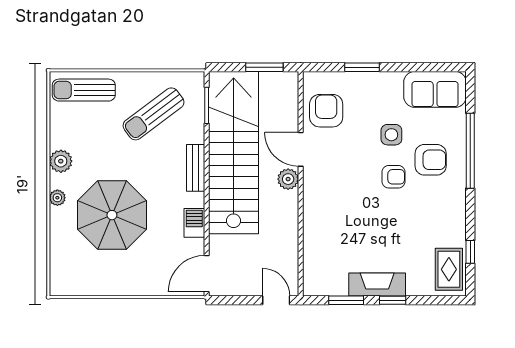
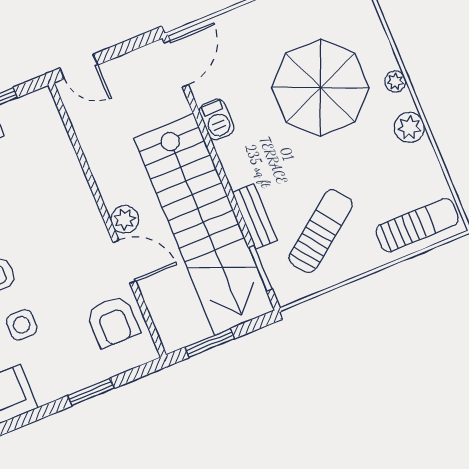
bench: (196, 168) -> (255, 216), moved

